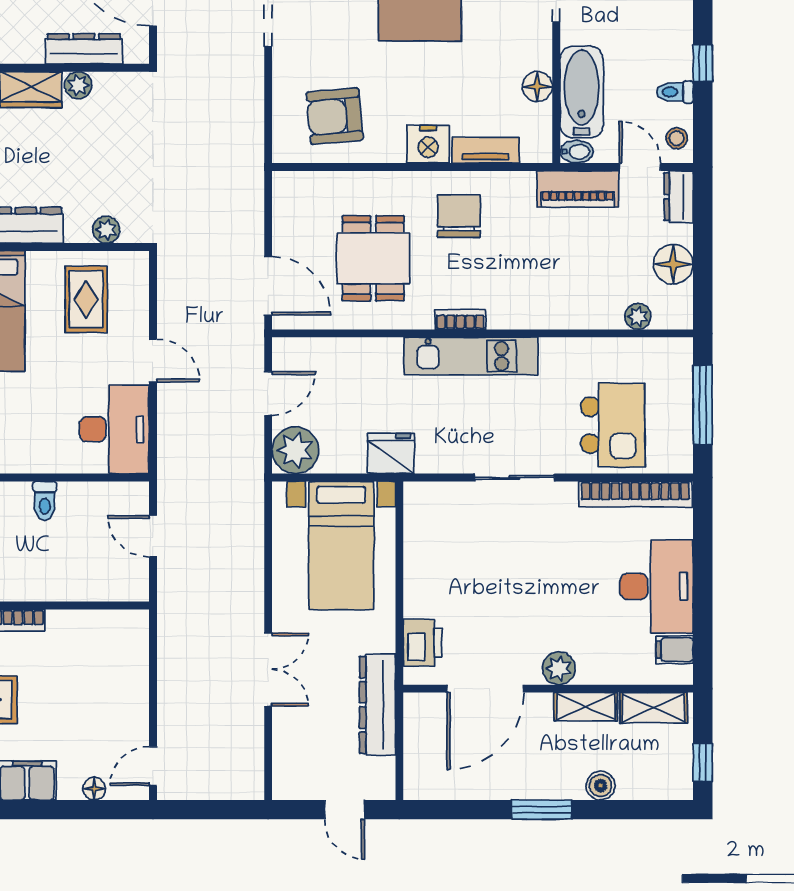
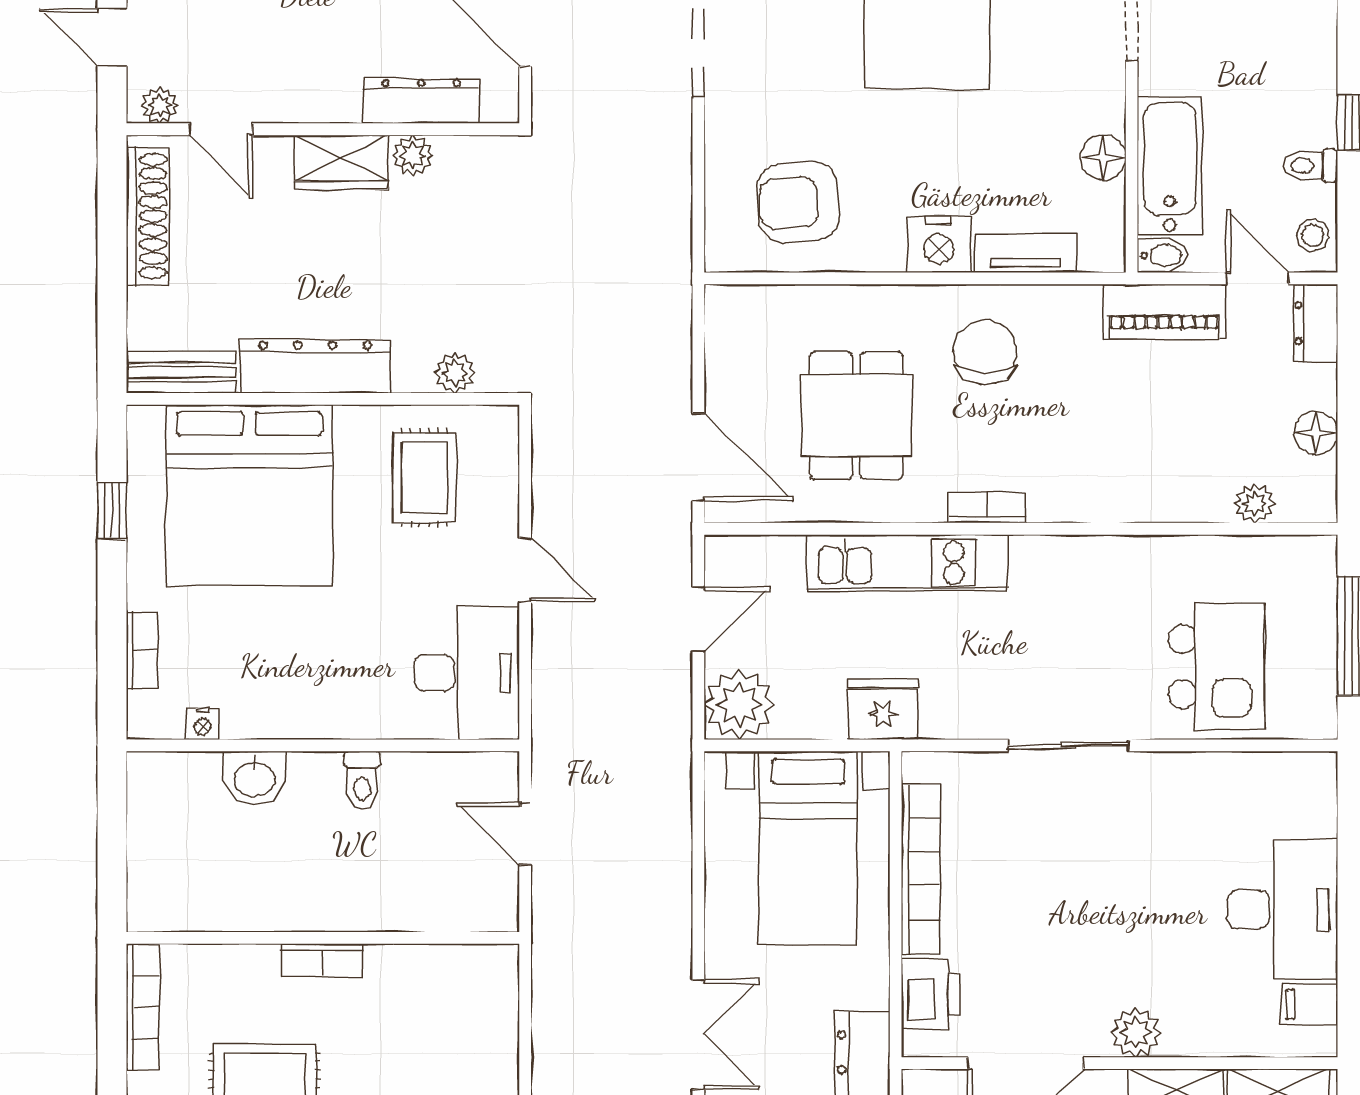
floor lamp: (673, 264) -> (1316, 433), width x0.73, depth x0.73
kitchen unit: (471, 356) -> (907, 563), moved
bookcase: (635, 494) -> (921, 869), moved, turned -90

